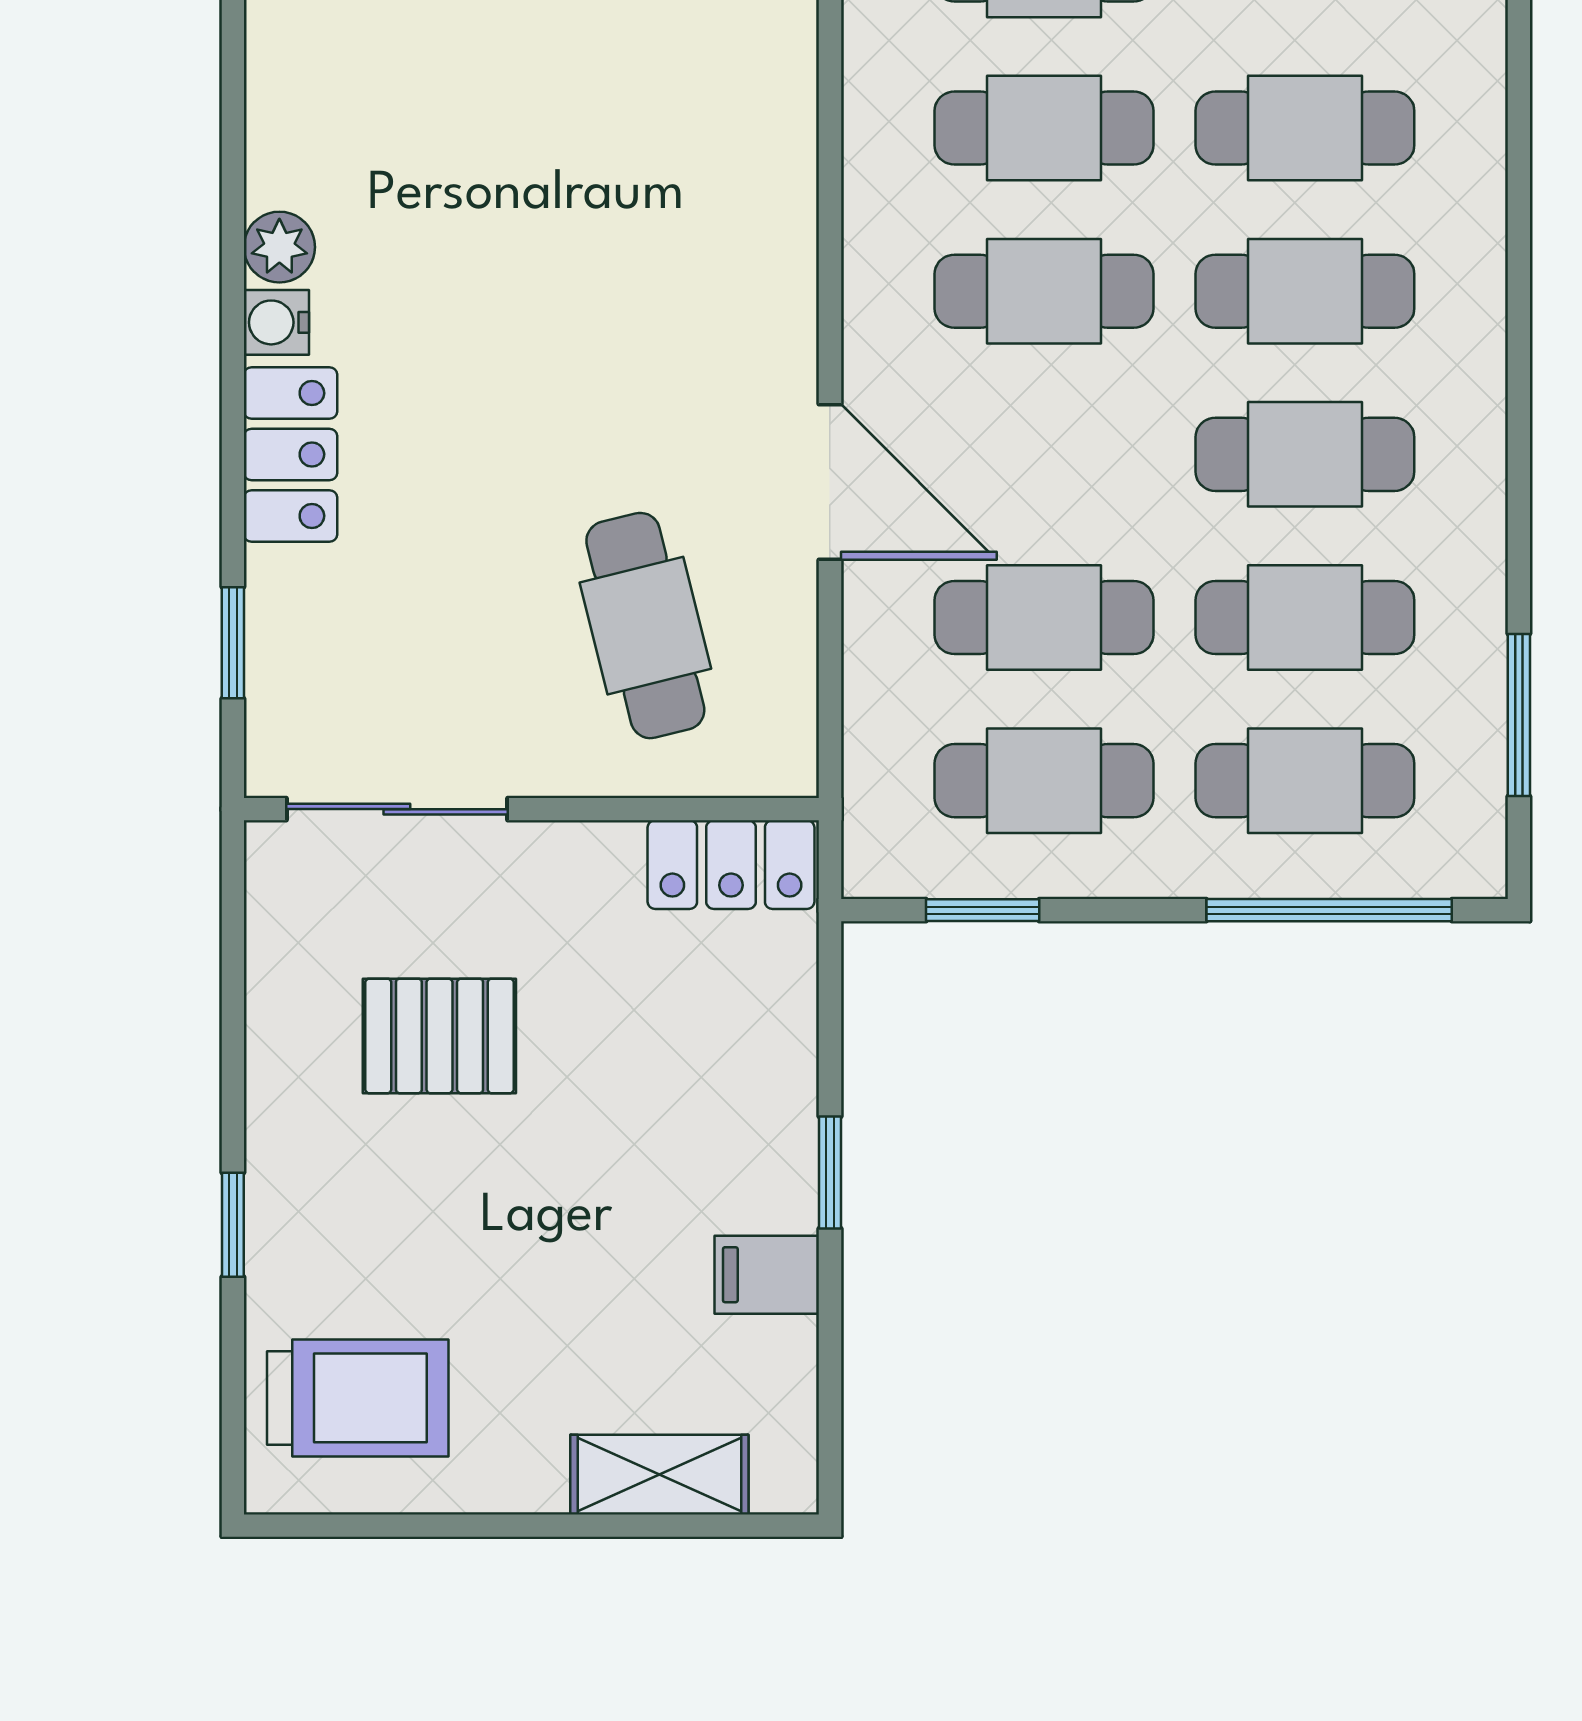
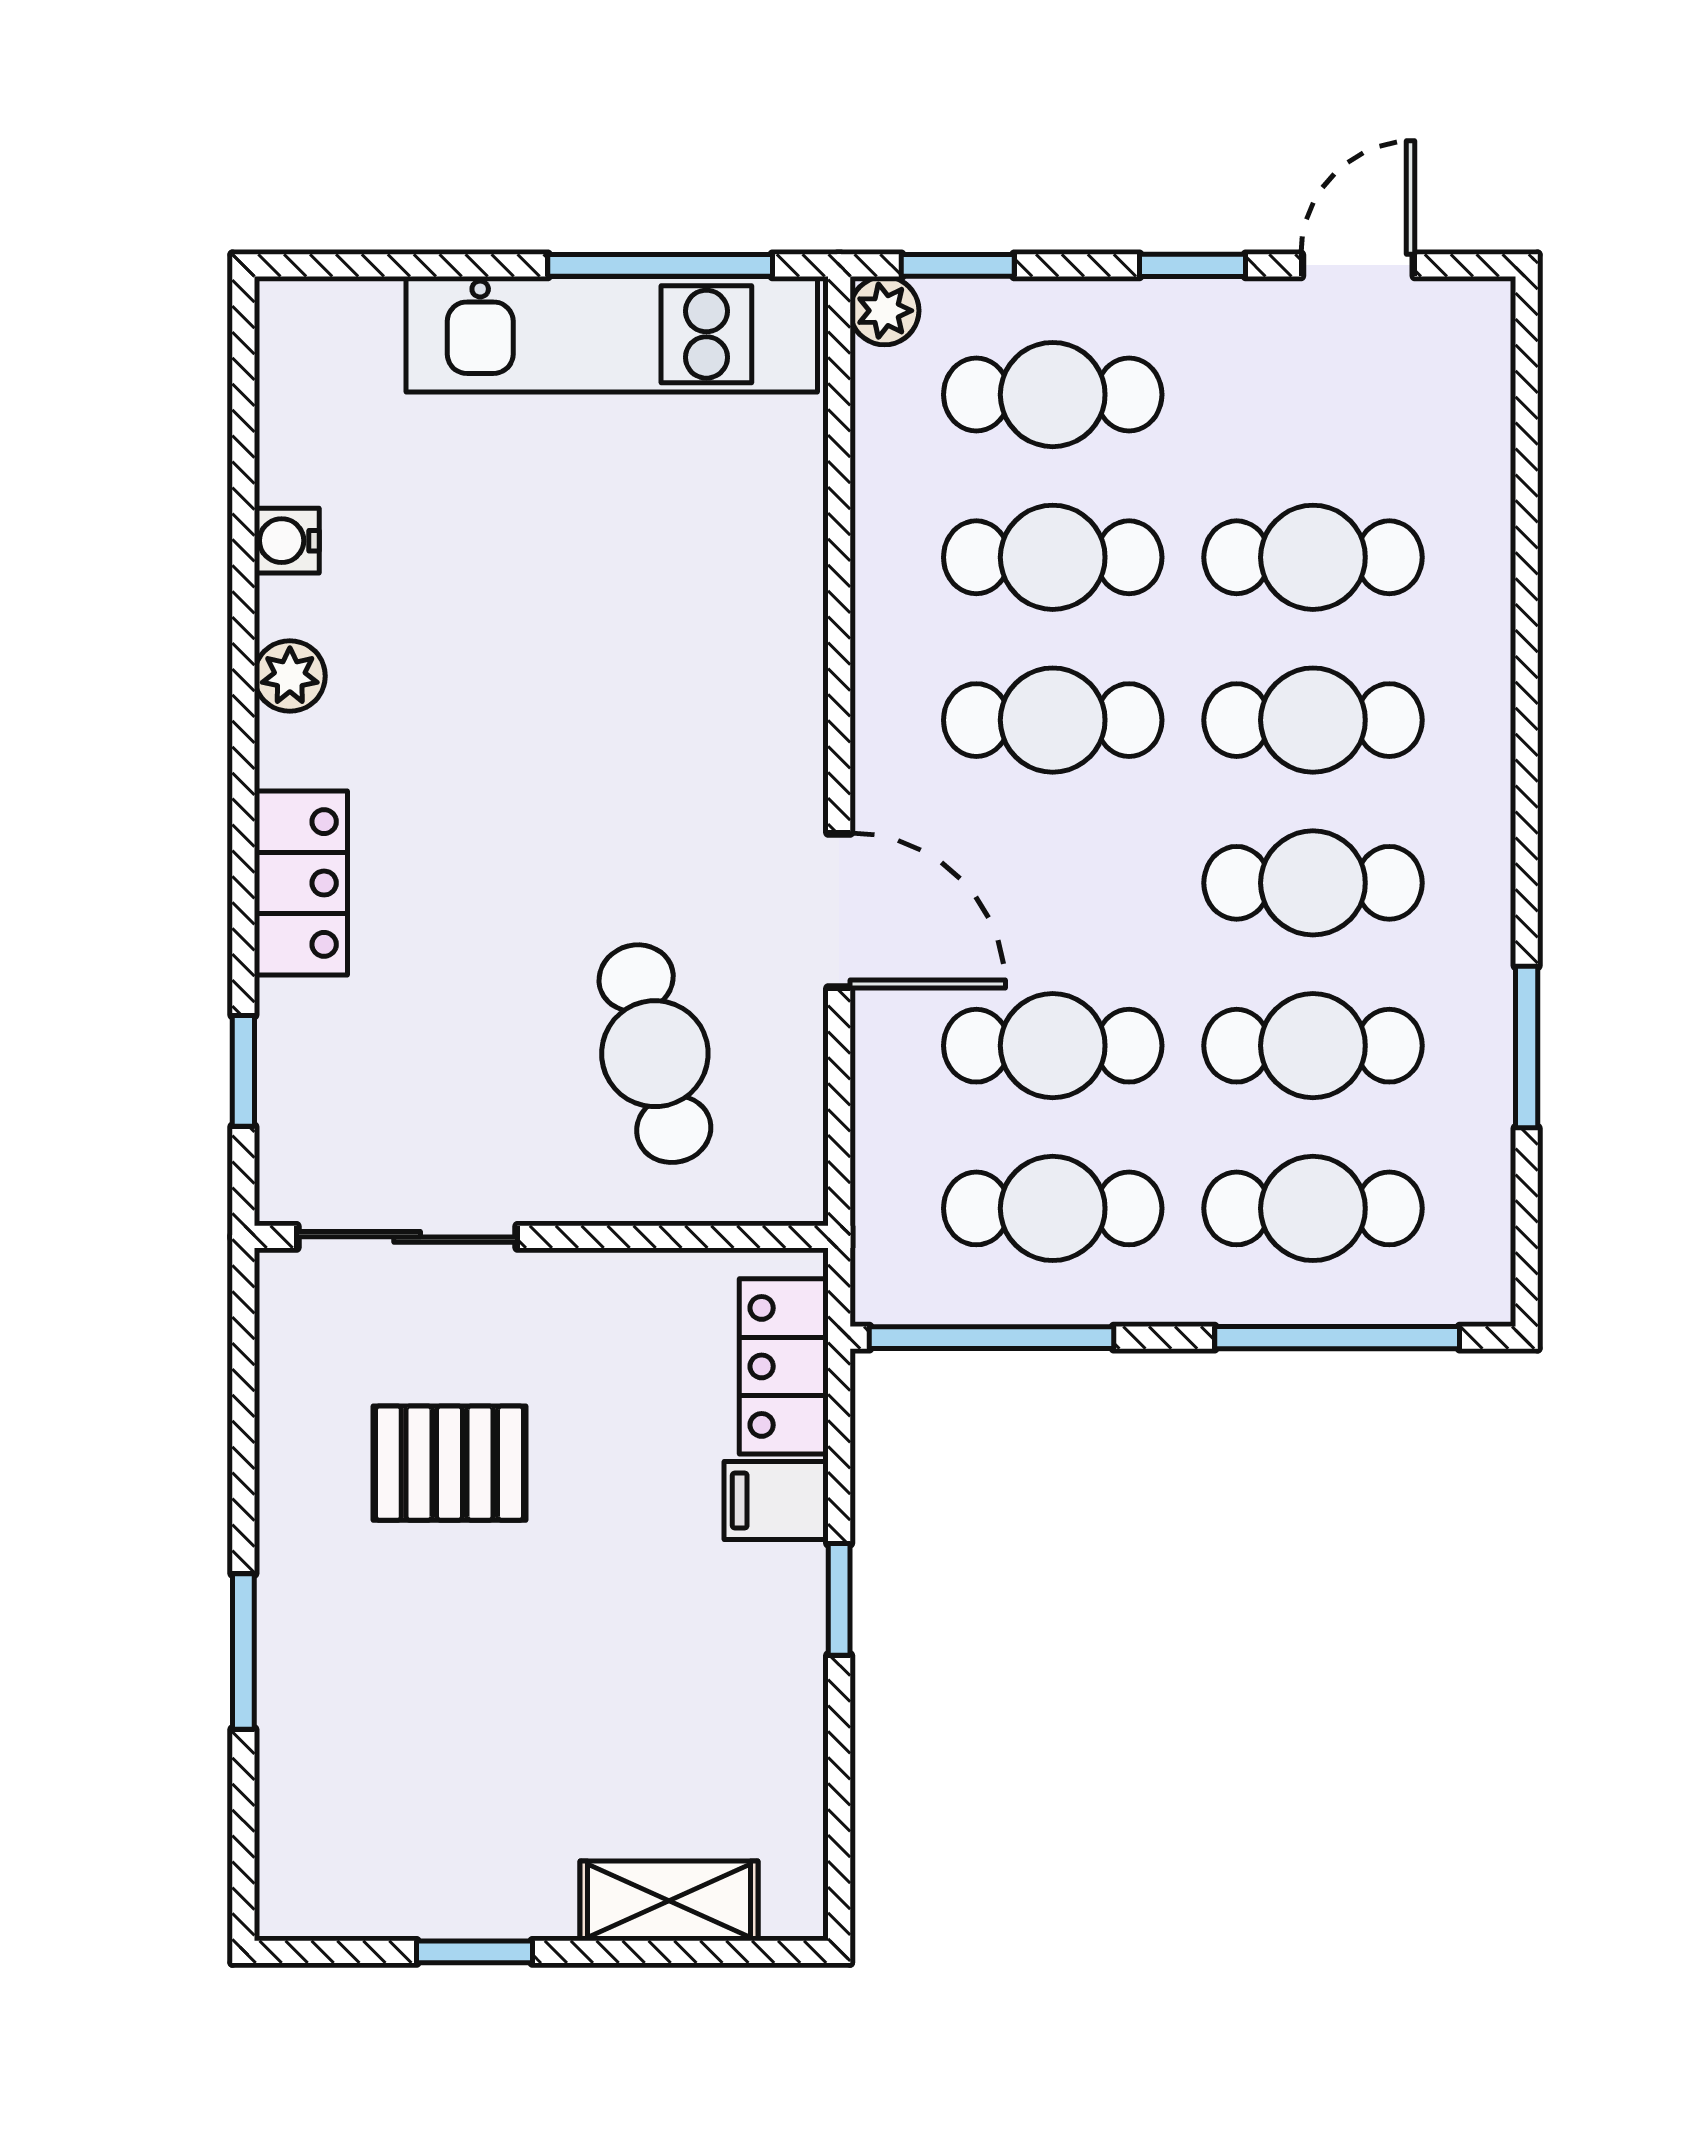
water cooler: (276, 322) -> (287, 541), moved
window: (1519, 715) -> (1527, 1047), moved
locker: (731, 865) -> (784, 1366), moved, turned 90
window: (983, 910) -> (991, 1338), width x2.17
window: (233, 1225) -> (243, 1651), width x1.50
filing cabinet: (767, 1275) -> (776, 1500), moved
trolley: (358, 1398) -> (368, 1824), removed
window: (465, 1526) -> (474, 1952), added

